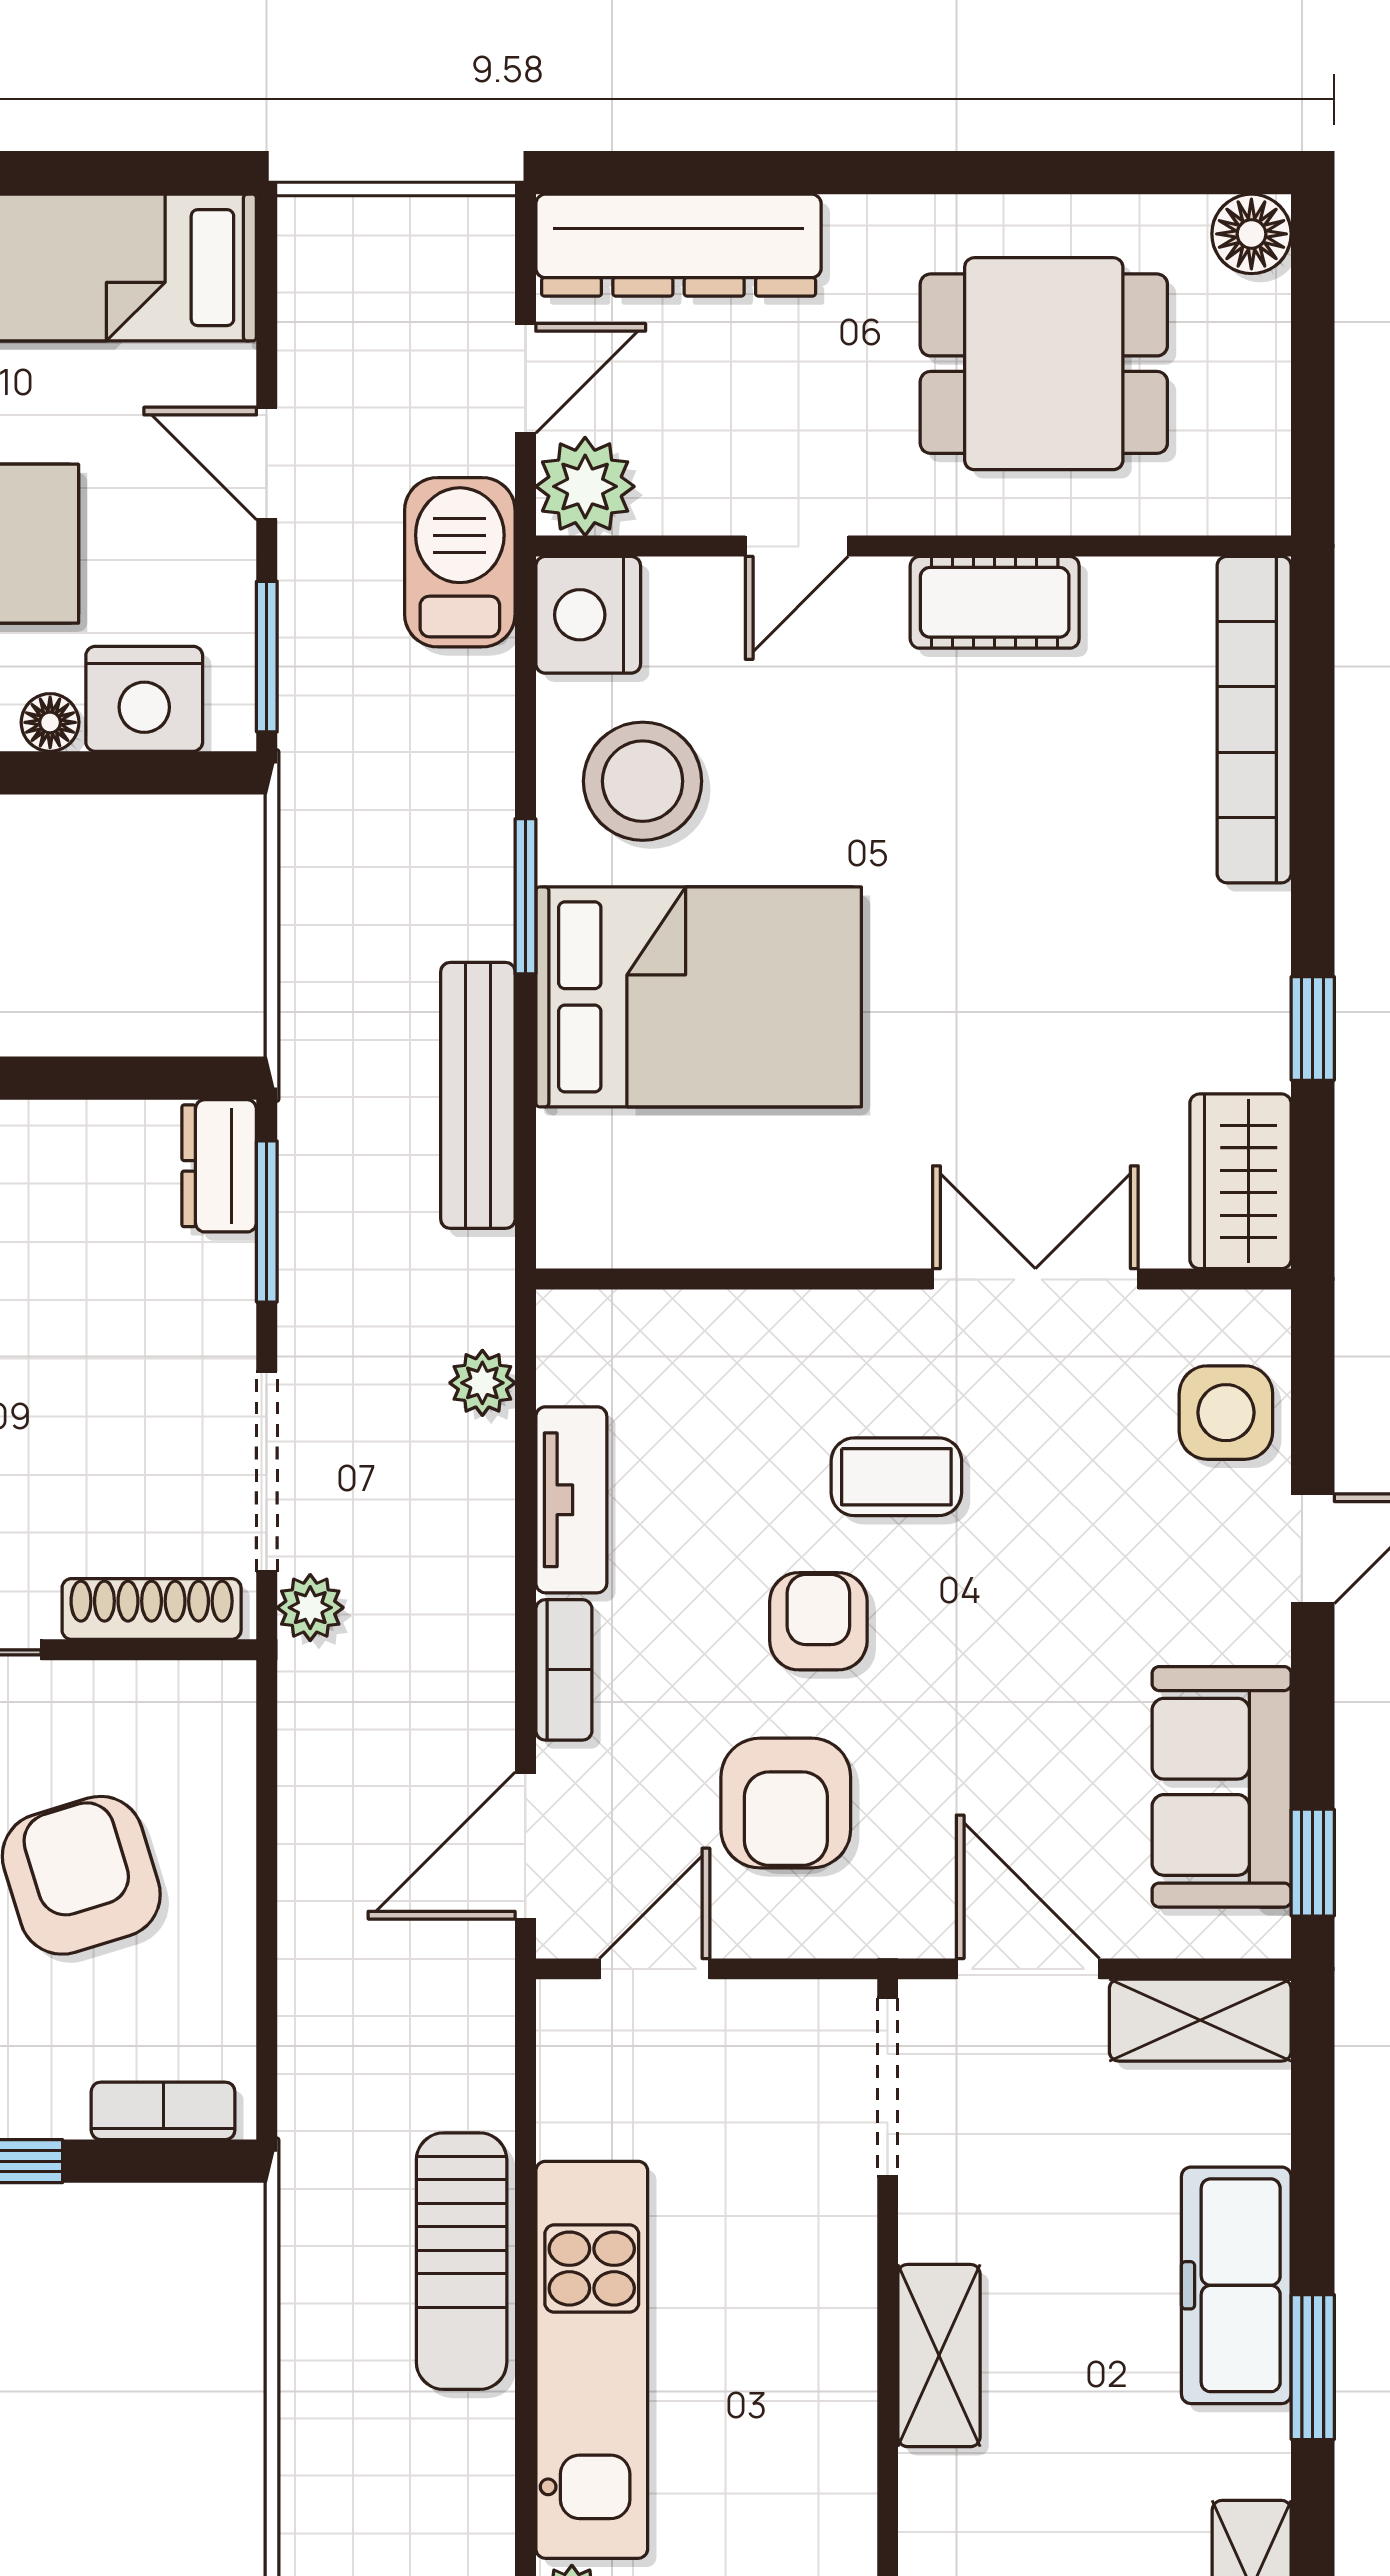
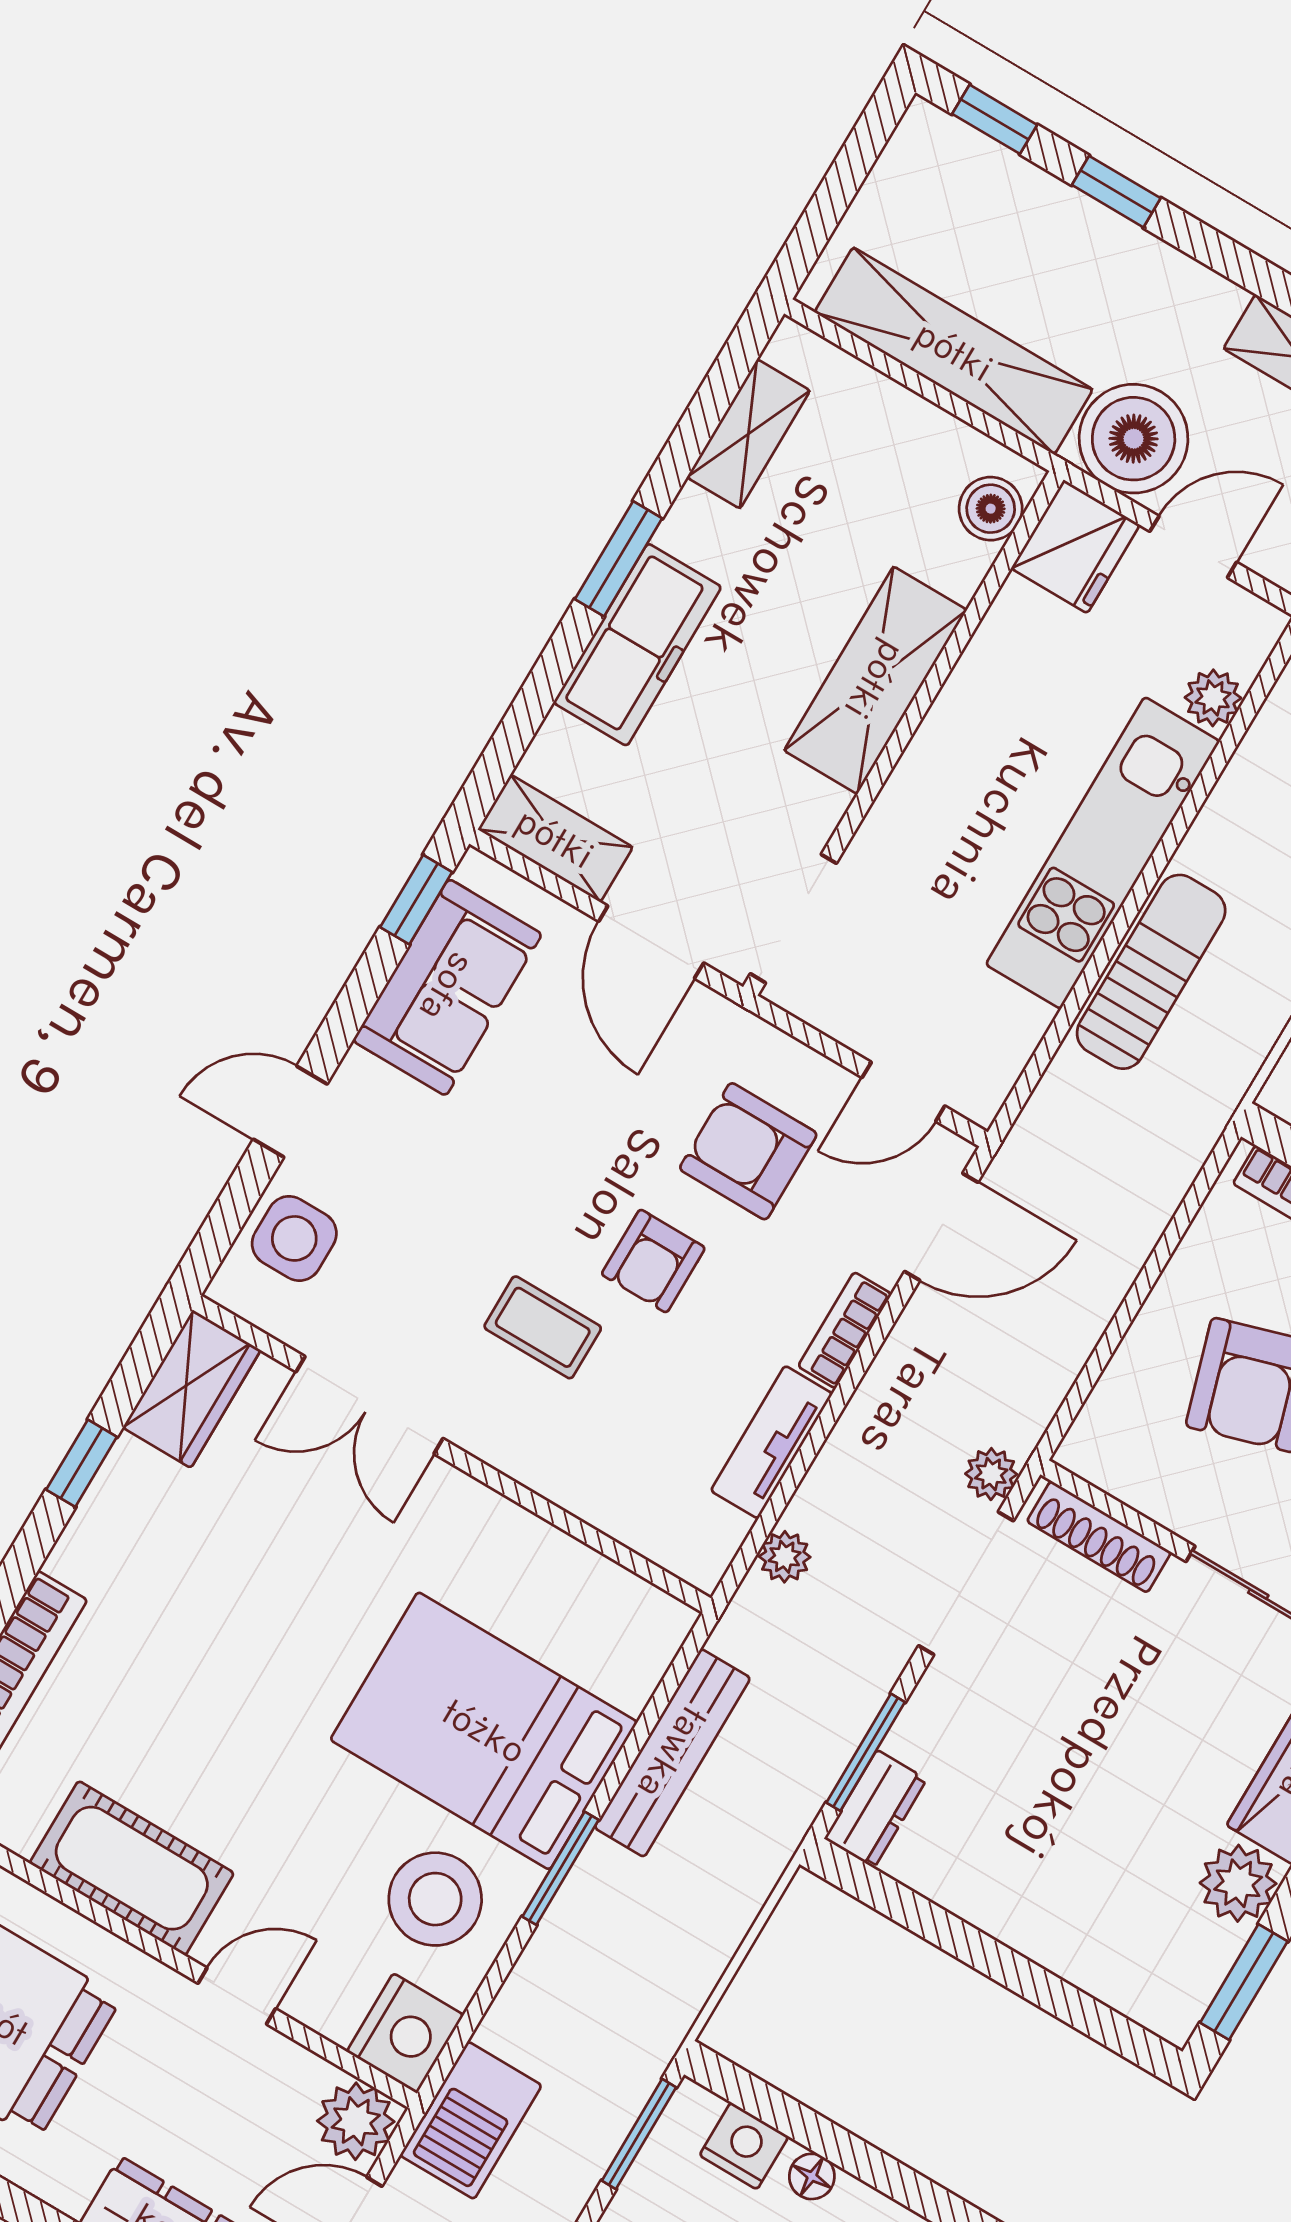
cot: (995, 602) -> (132, 1868), width x1.37, depth x1.34
nightstand: (144, 699) -> (744, 2146), width x0.74, depth x0.75
armchair: (786, 1803) -> (748, 1151), turned -90
shelving: (939, 2356) -> (875, 680), width x1.50, depth x1.33

